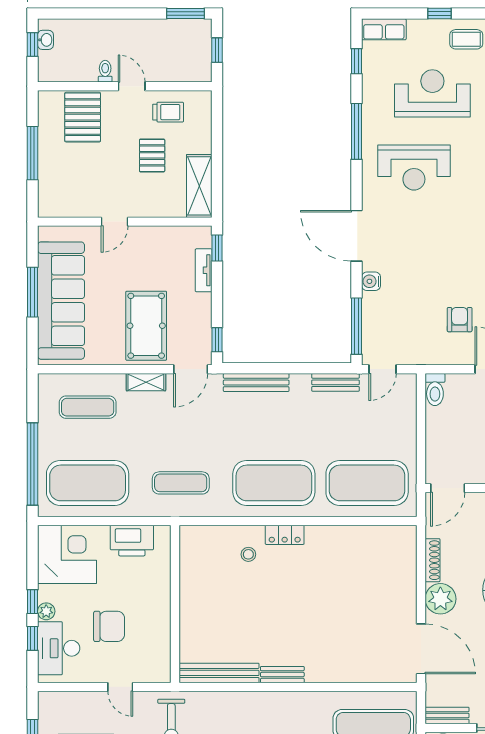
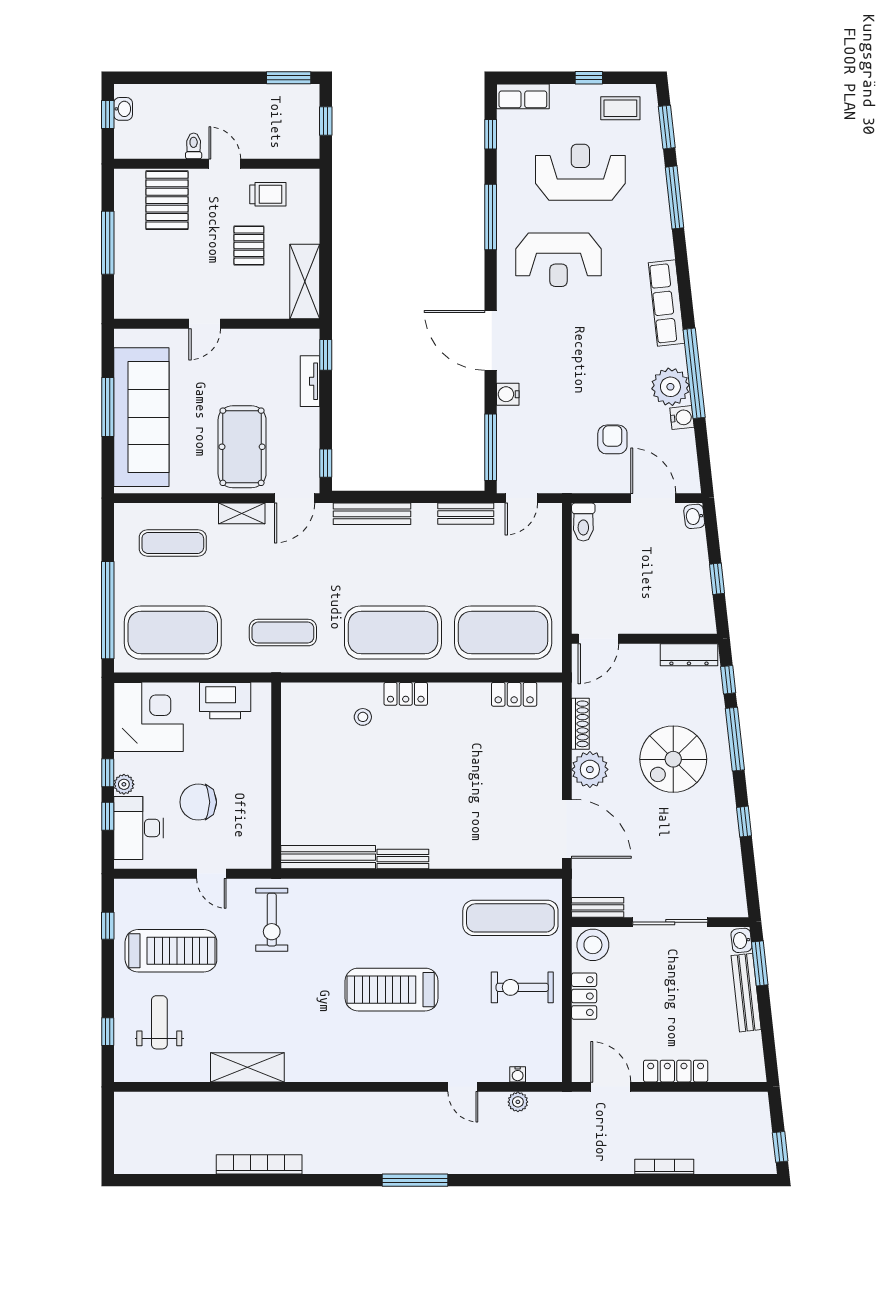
locker: (376, 535) -> (514, 694), added
chair: (109, 626) -> (198, 802), turned 180

